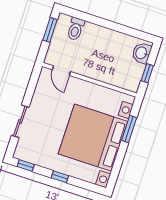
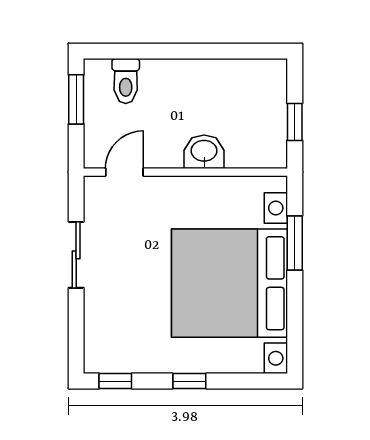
washbasin: (142, 53) -> (204, 152), moved, turned 90
door: (61, 71) -> (124, 172), swing flipped
sliding door: (20, 121) -> (76, 255), moved

